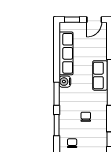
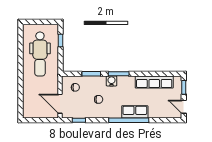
water cooler: (65, 82) -> (111, 81), moved

